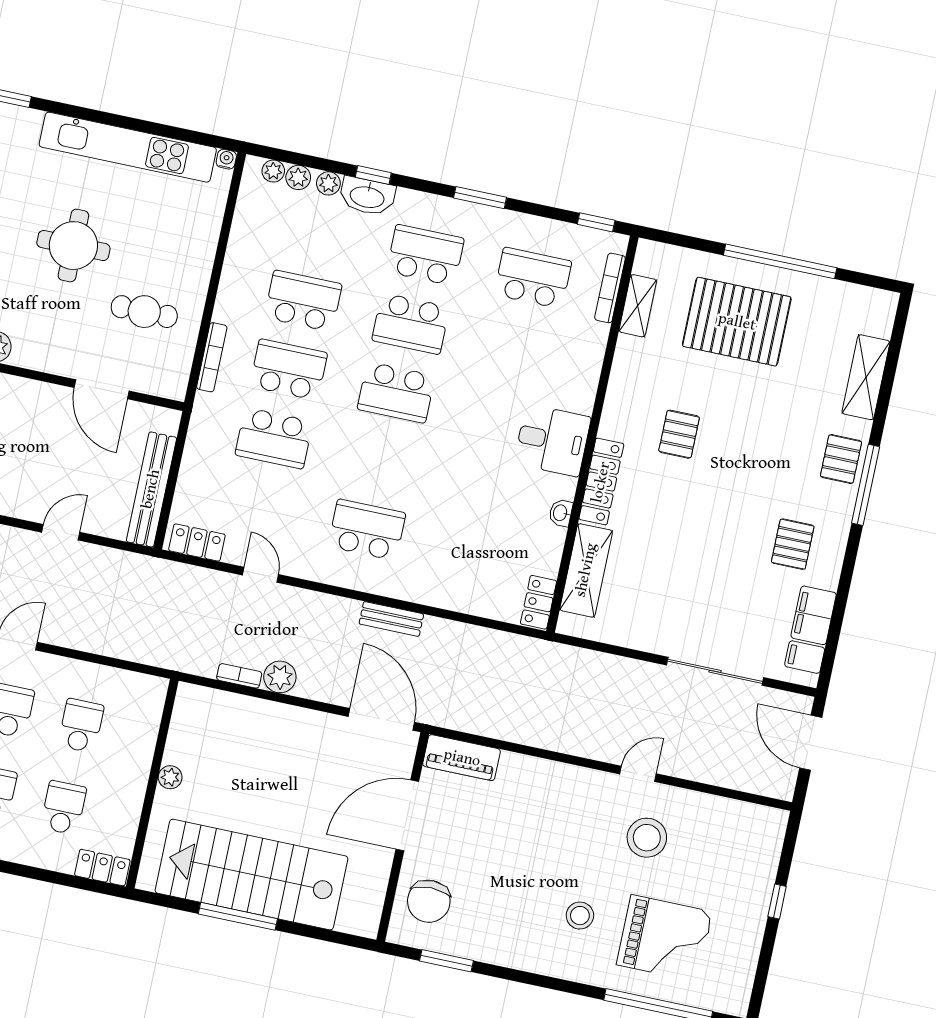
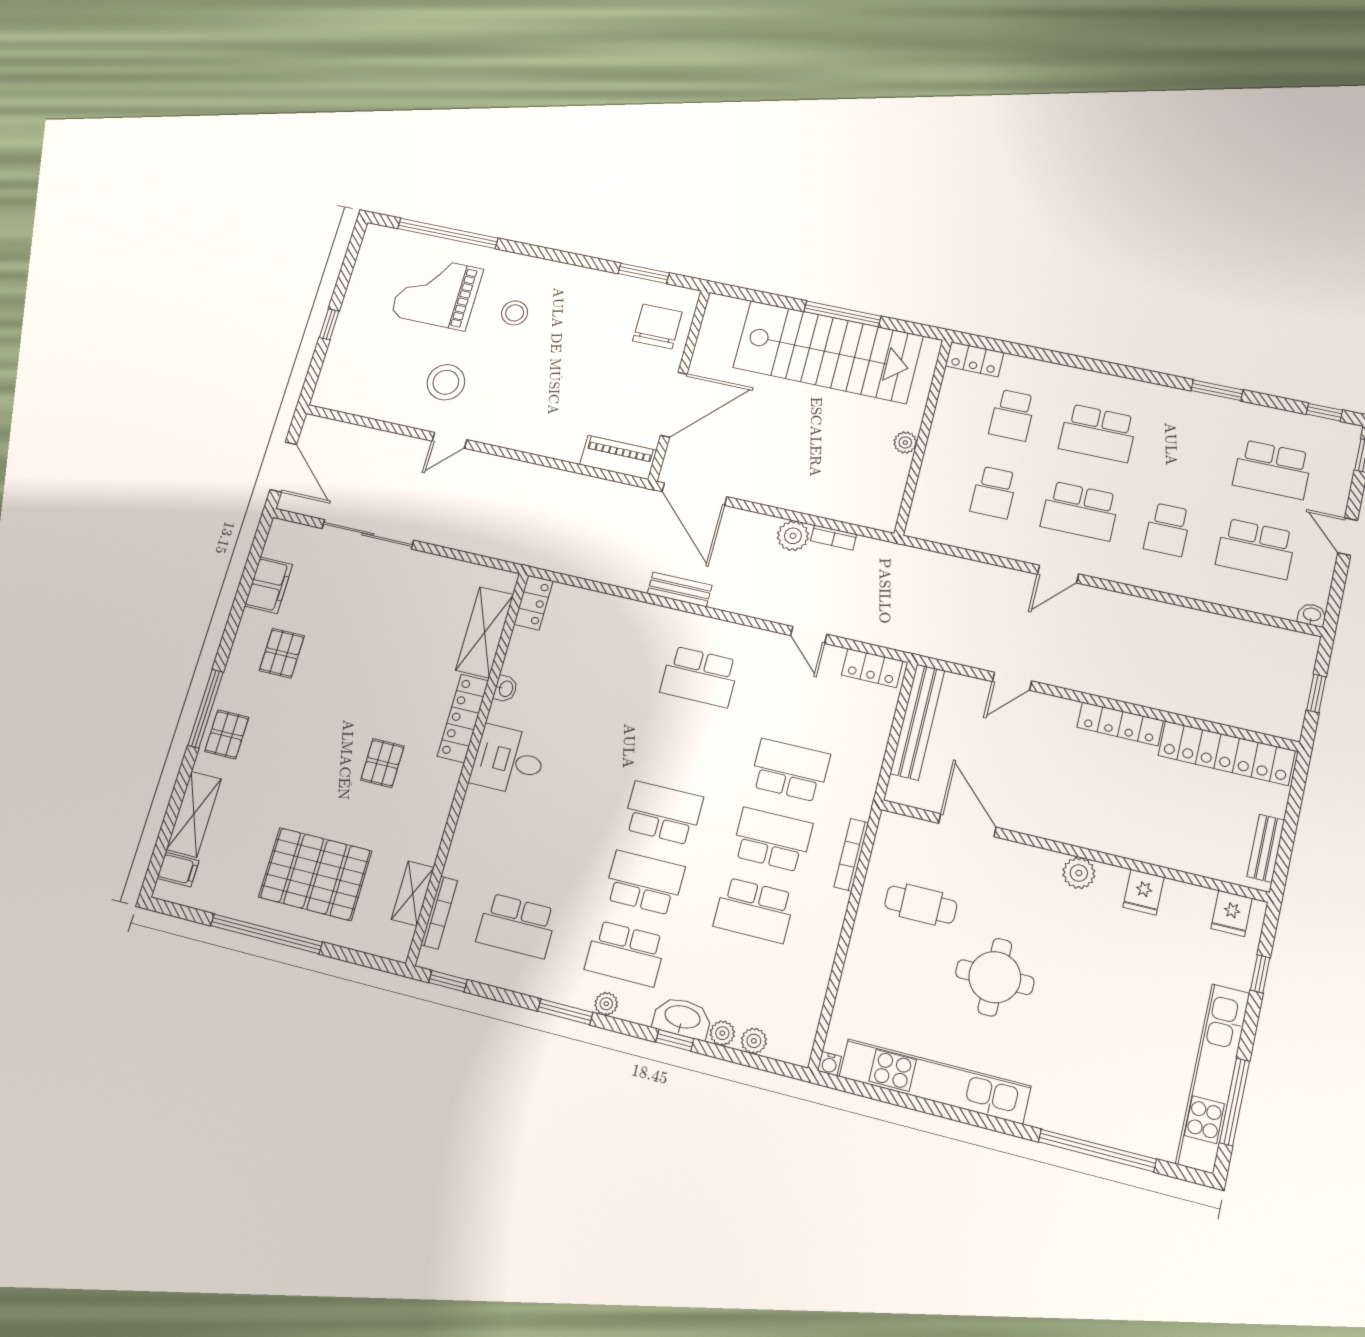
plant: (273, 171) -> (606, 1004), moved
school desk: (289, 370) -> (772, 840), turned 180
filing cabinet: (805, 657) -> (178, 869), moved

